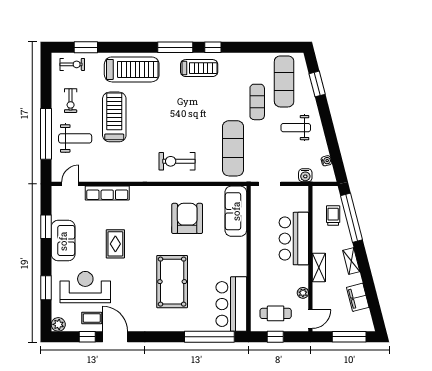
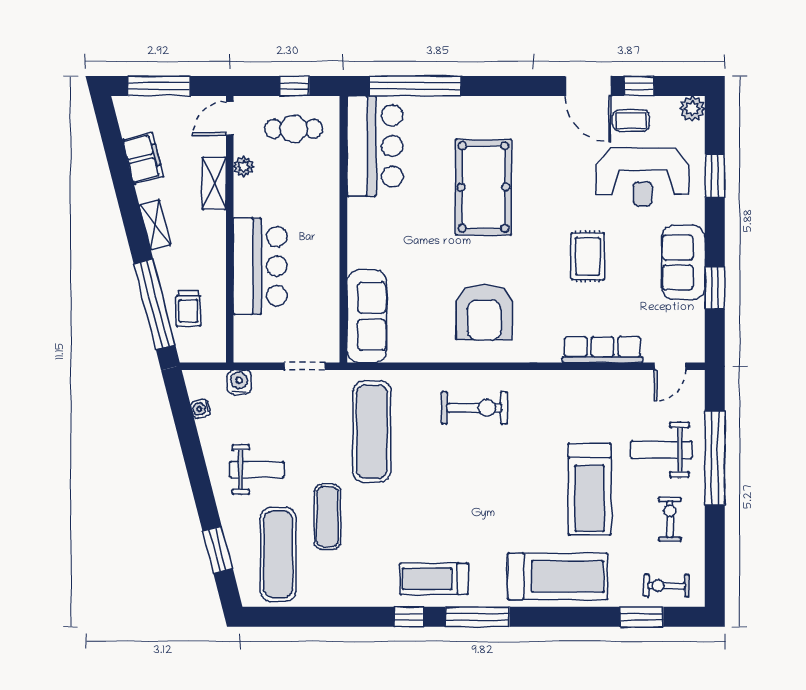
treadmill: (132, 69) -> (558, 576), turned 180
armchair: (187, 218) -> (484, 312), moved
shelving: (319, 267) -> (214, 183), moved

